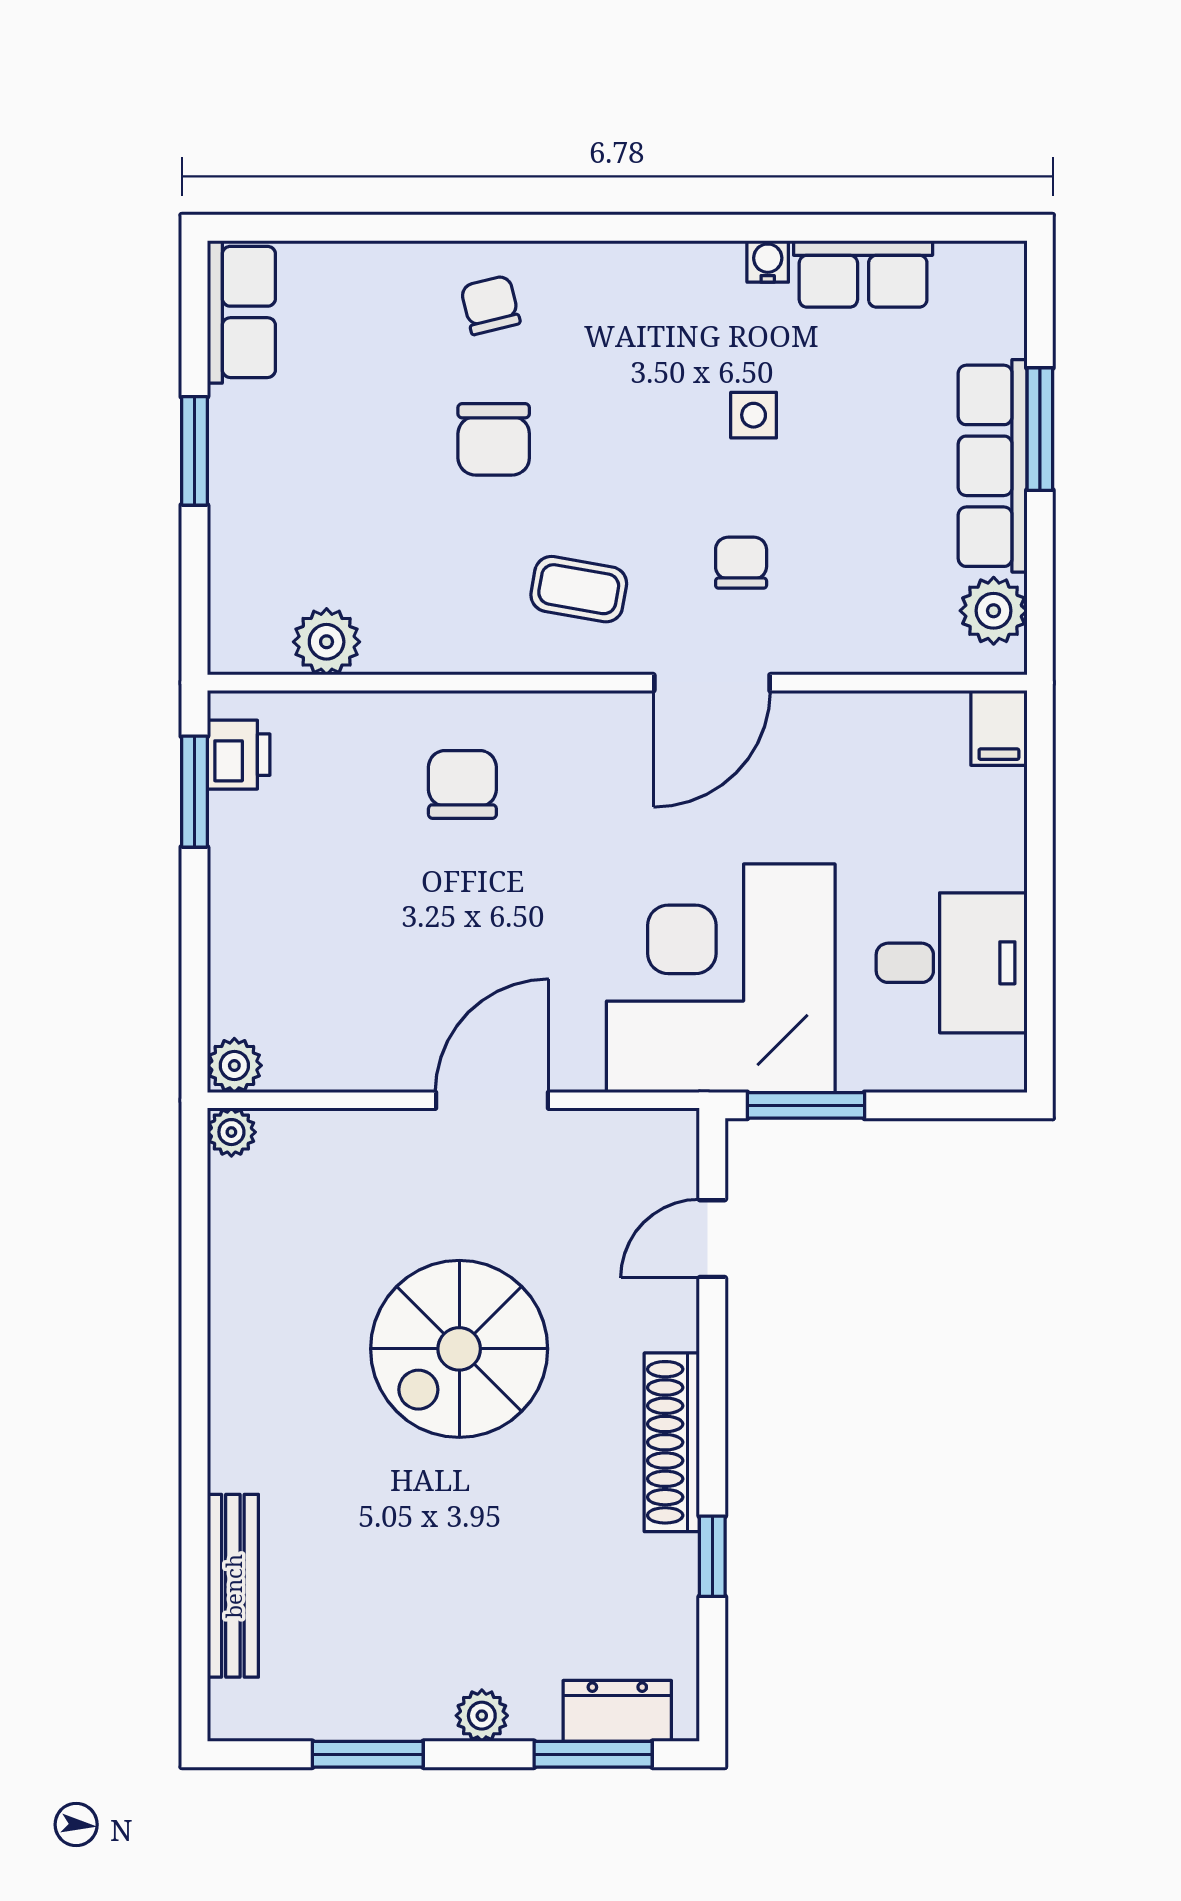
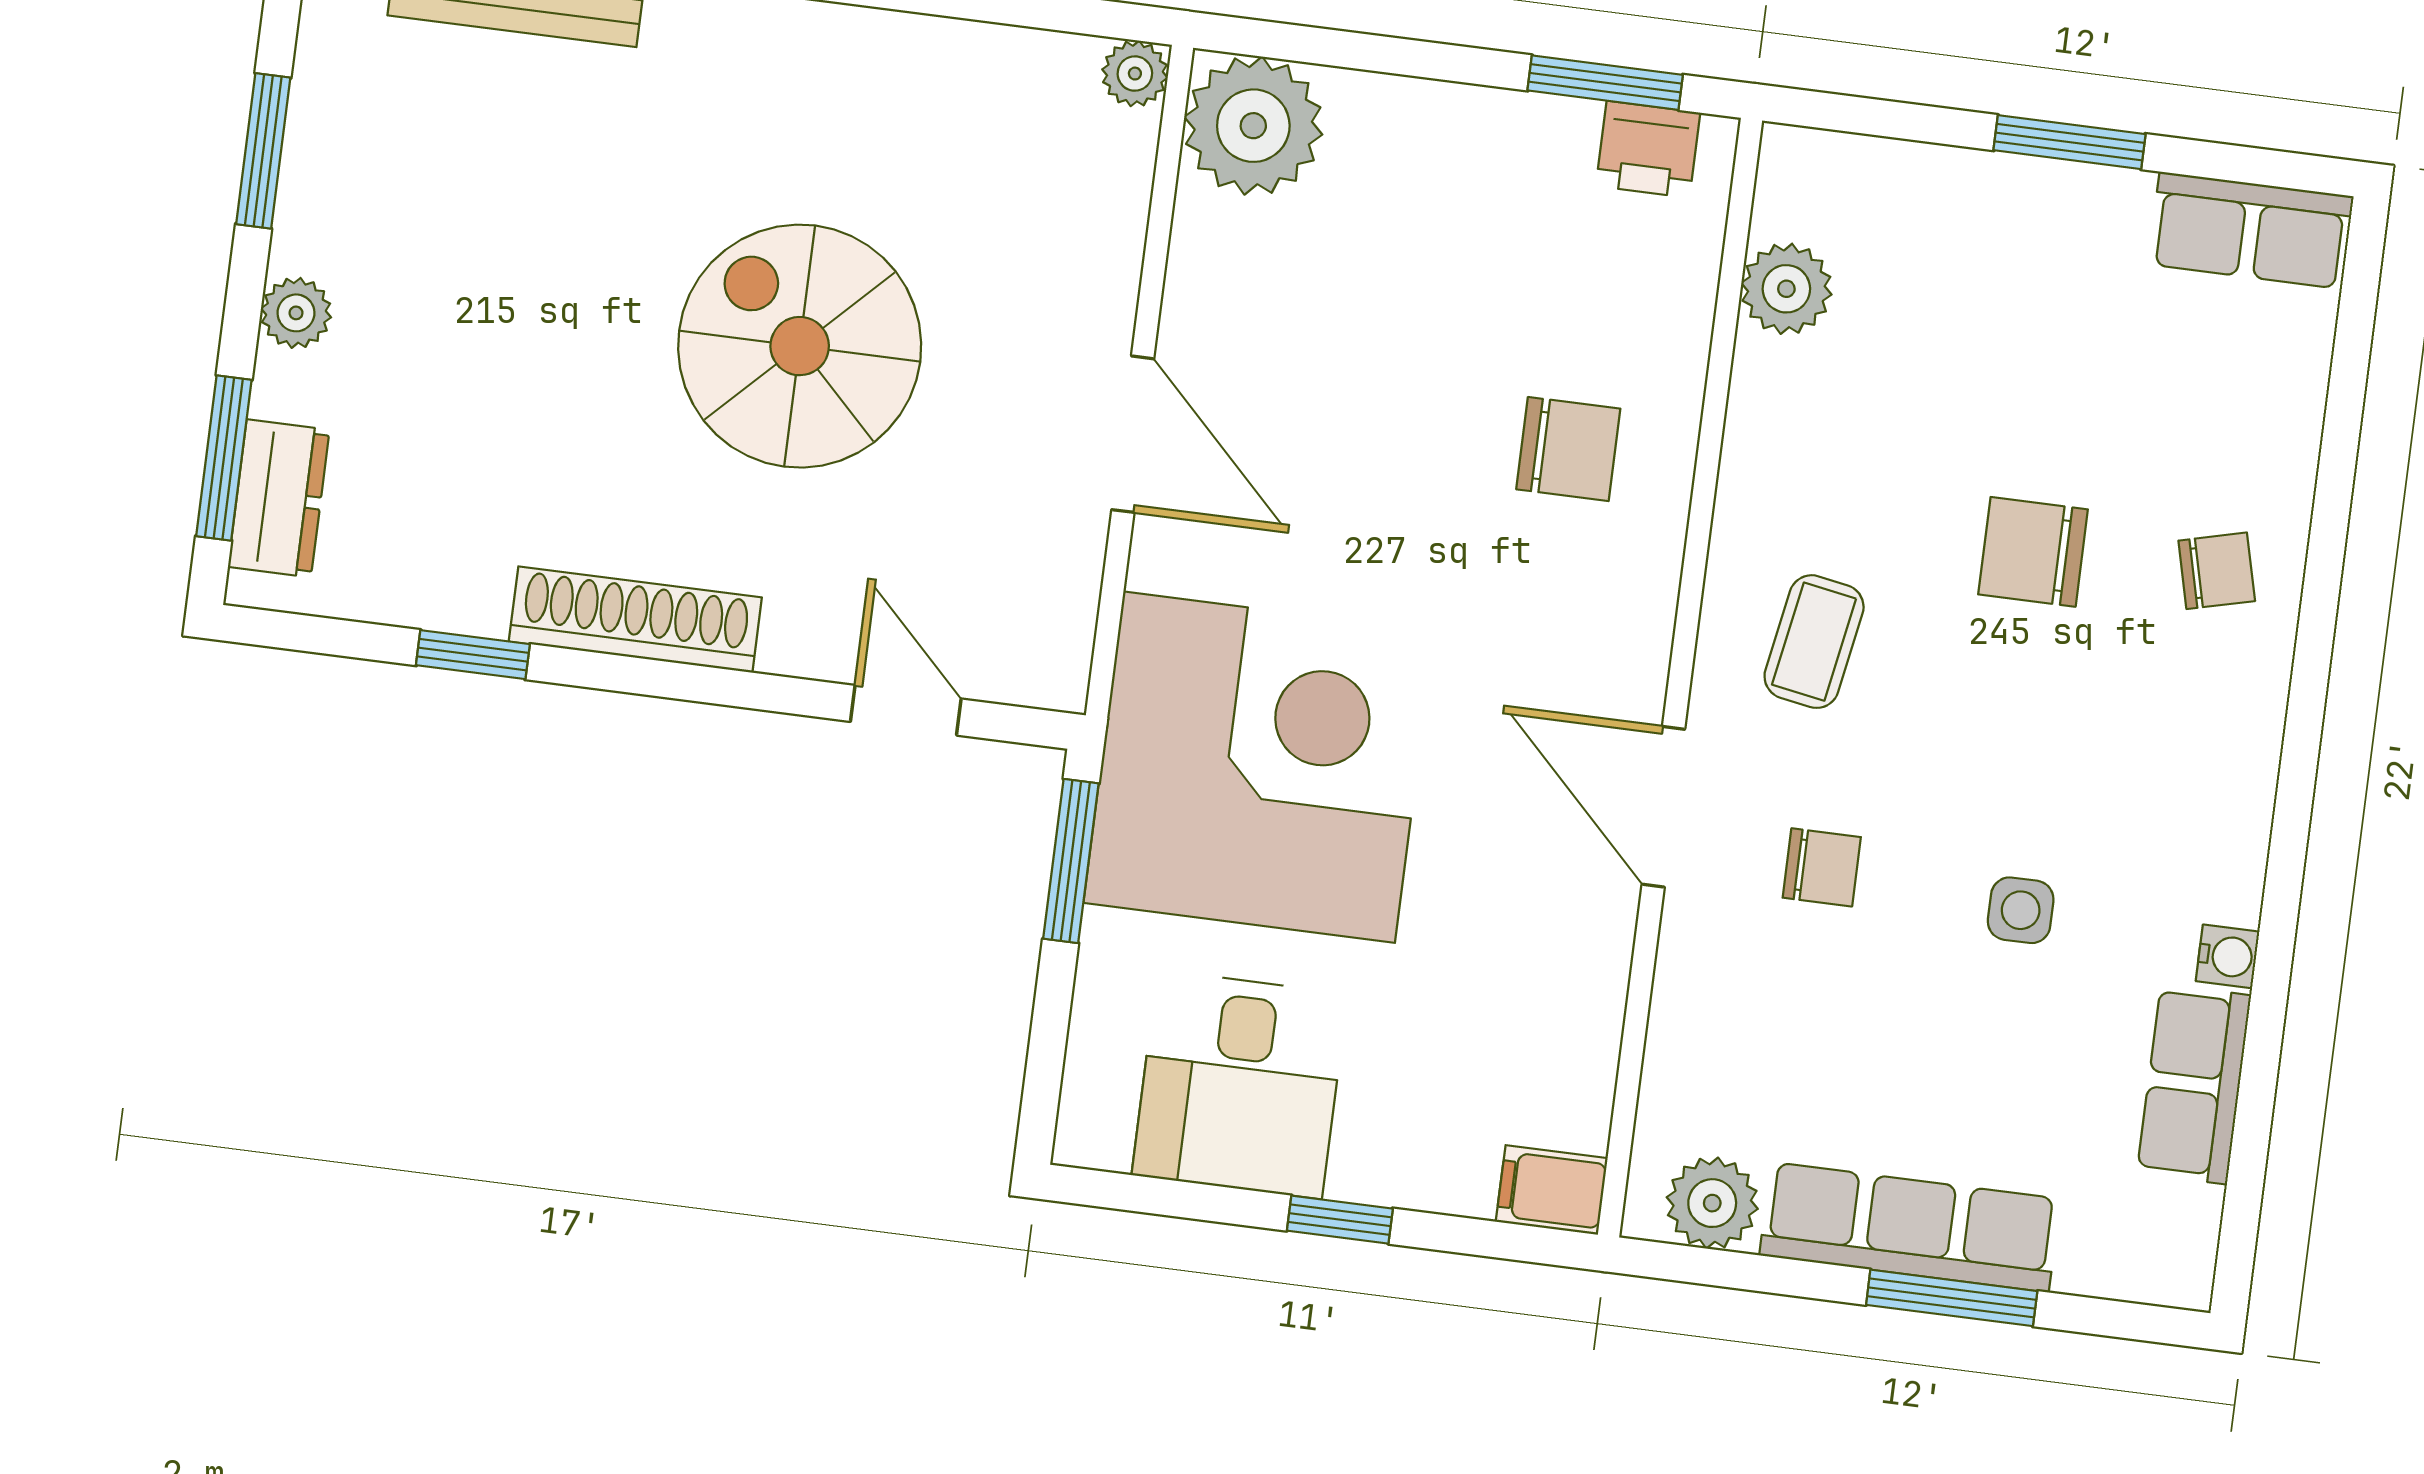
window: (1040, 878) -> (1340, 1220), added
plant: (234, 1065) -> (1253, 126), width x1.87, depth x1.87

